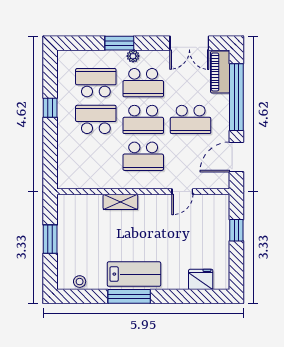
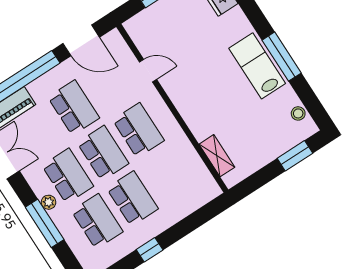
window: (119, 43) -> (45, 223), width x1.44
school desk: (96, 83) -> (97, 221), turned 180
school desk: (96, 119) -> (132, 199), turned 180
shelving: (120, 202) -> (217, 156), moved
window: (50, 239) -> (295, 156), moved

